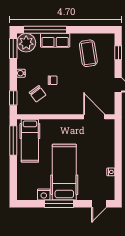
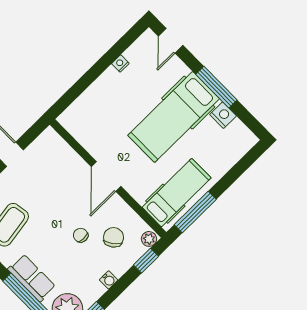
plant: (21, 109) -> (149, 239), added
door: (94, 117) -> (106, 176), moved
door: (99, 204) -> (171, 41), swing flipped

